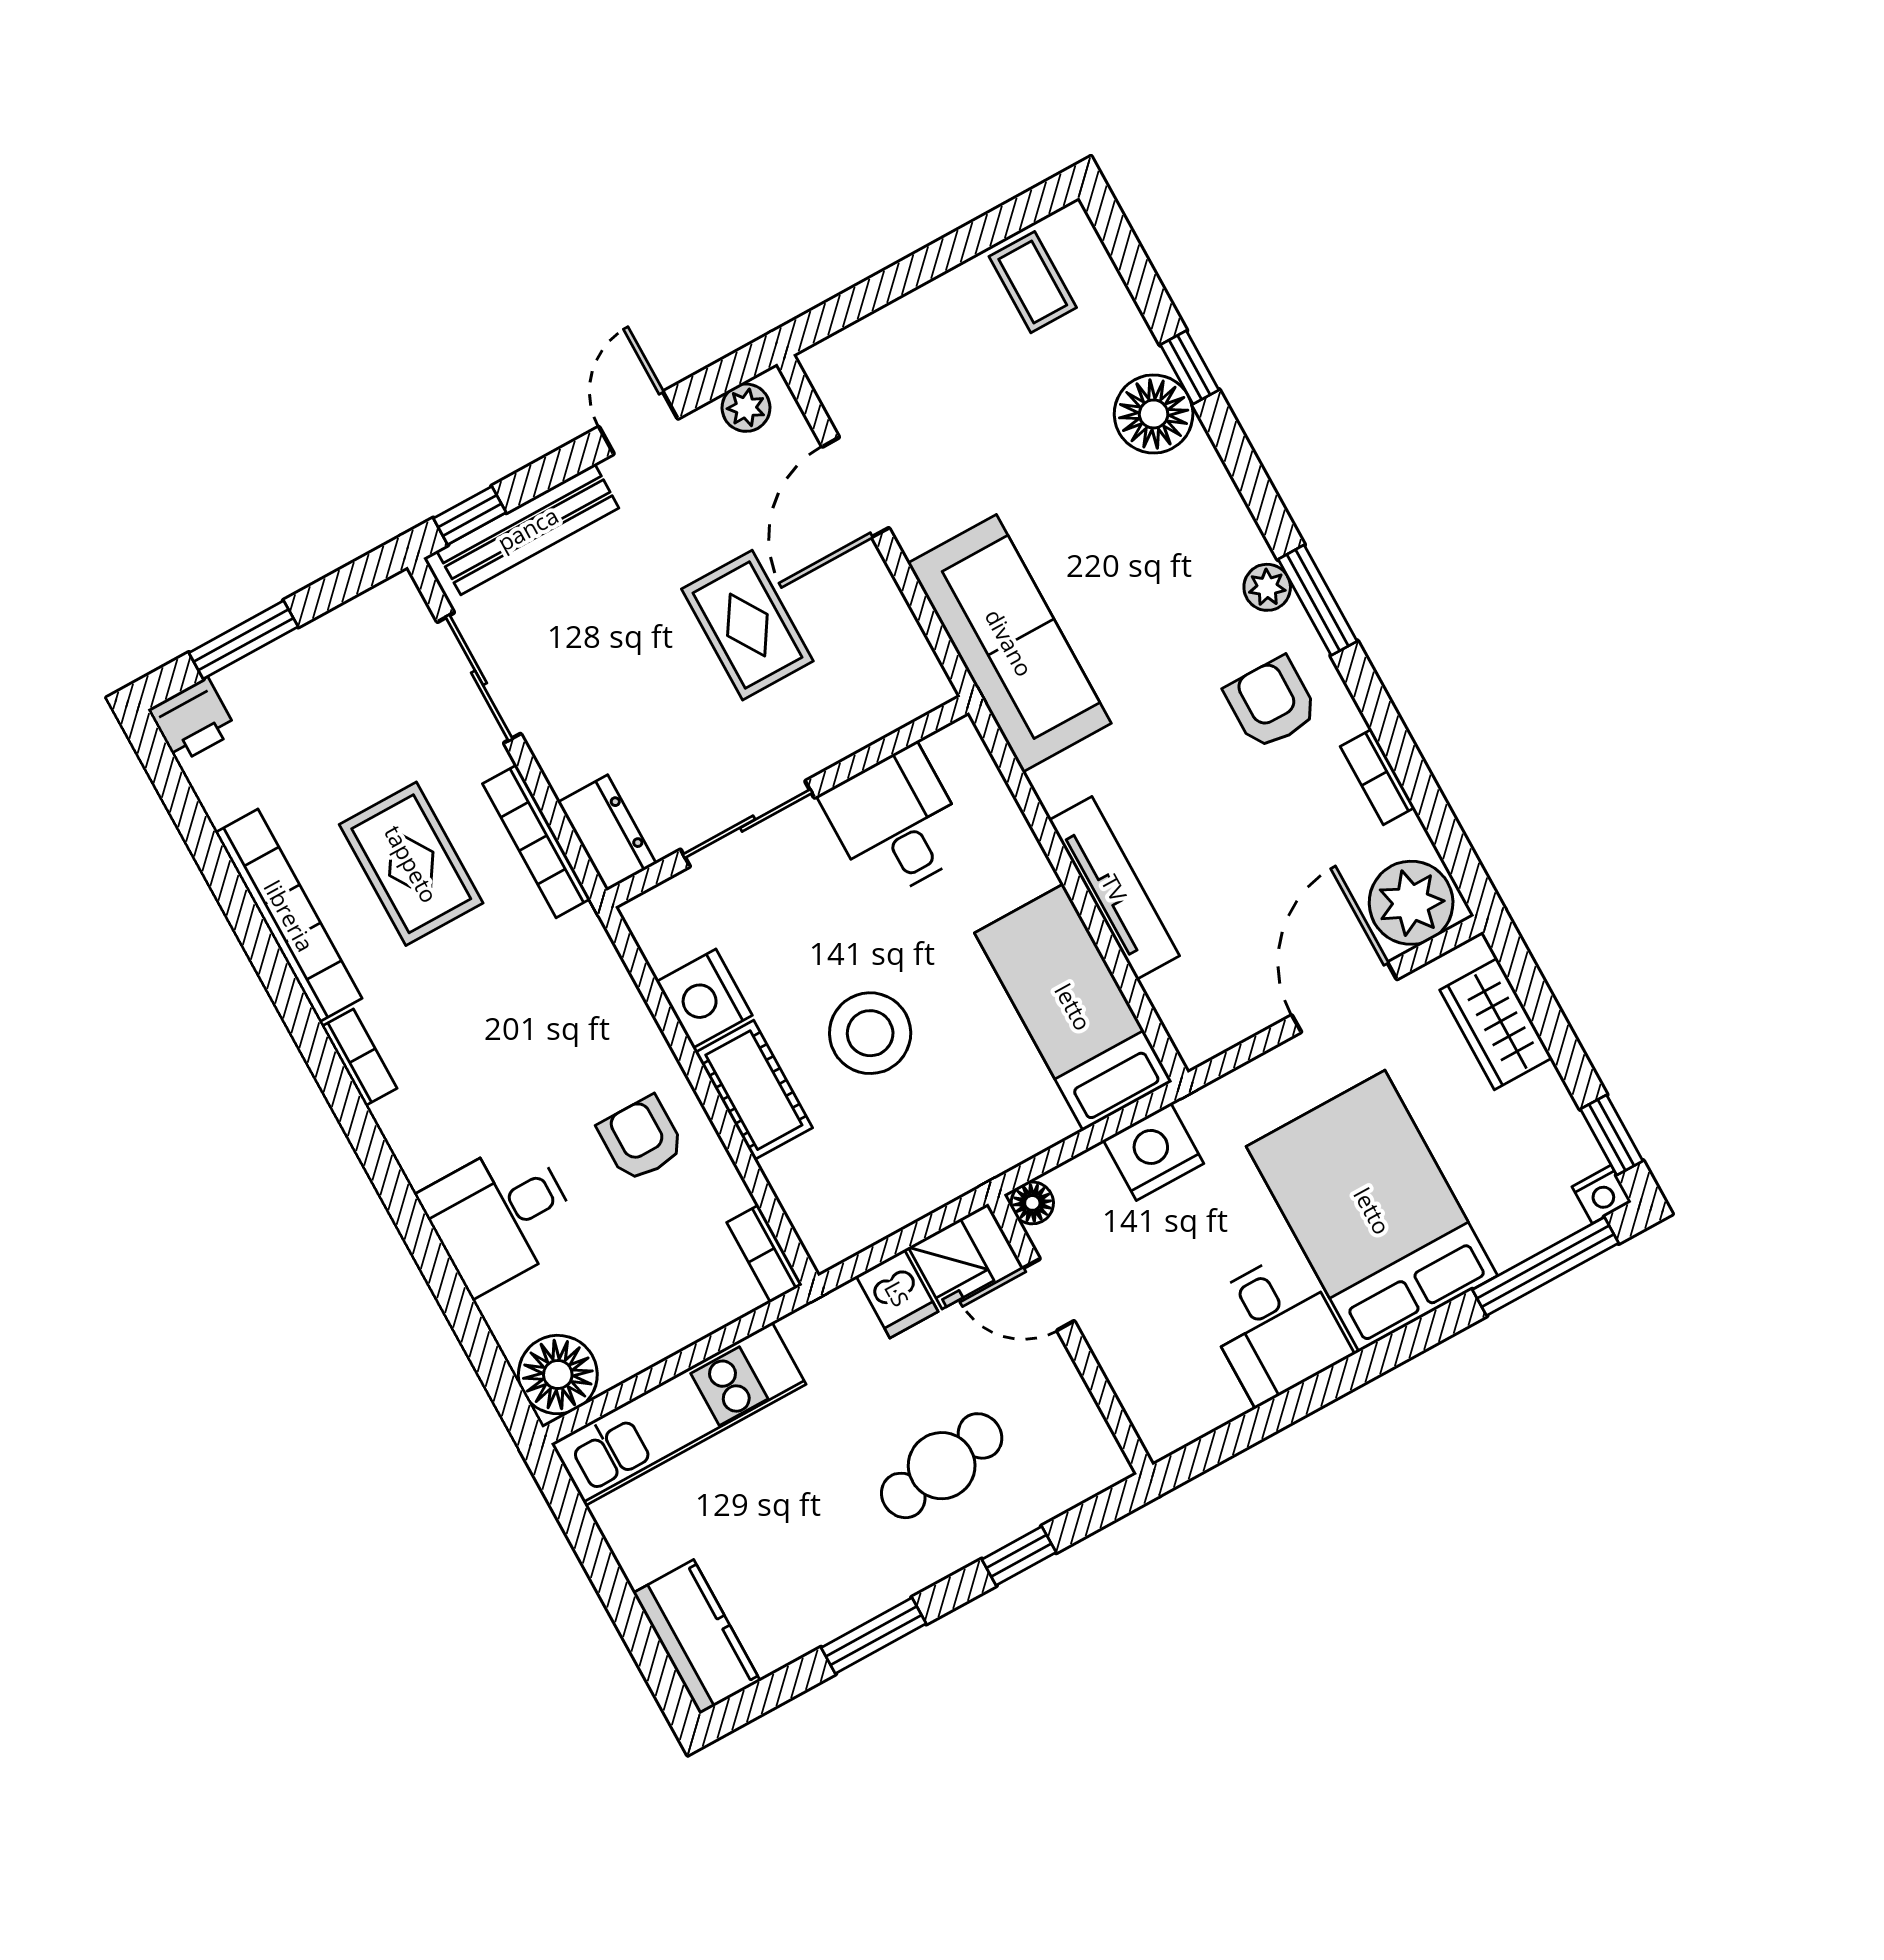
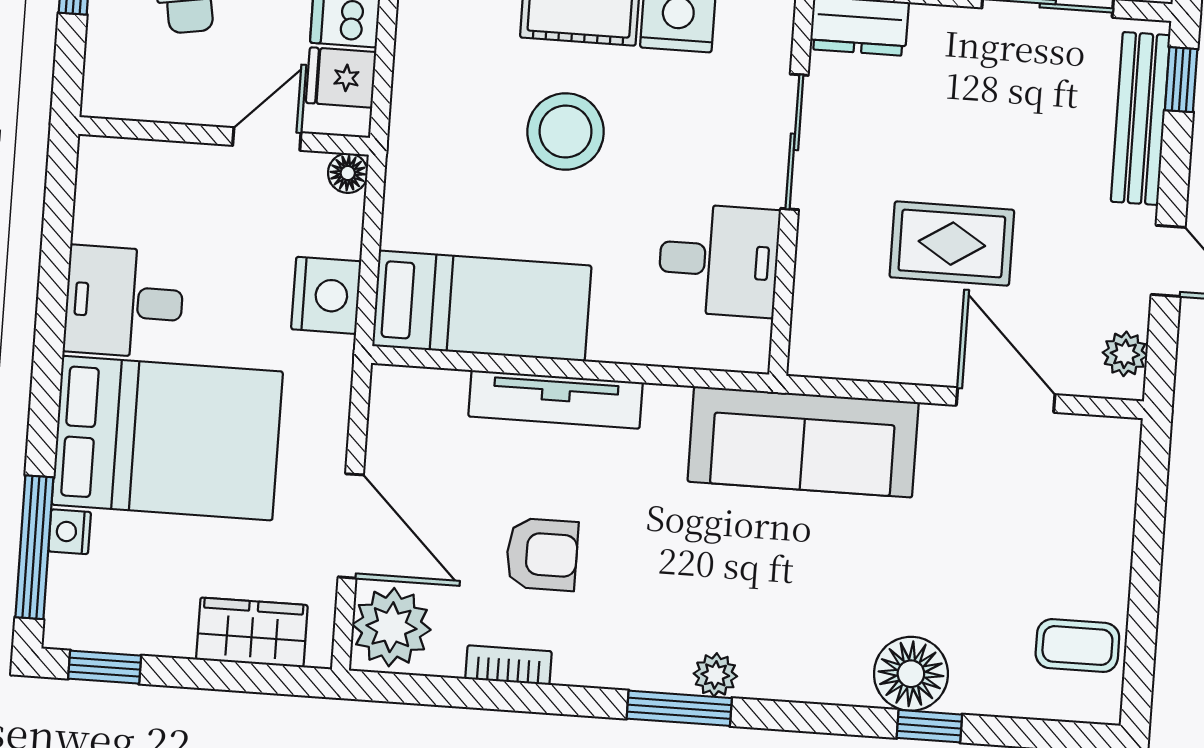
armchair: (1271, 703) -> (542, 554), moved
nightstand: (1602, 1194) -> (70, 532), moved

